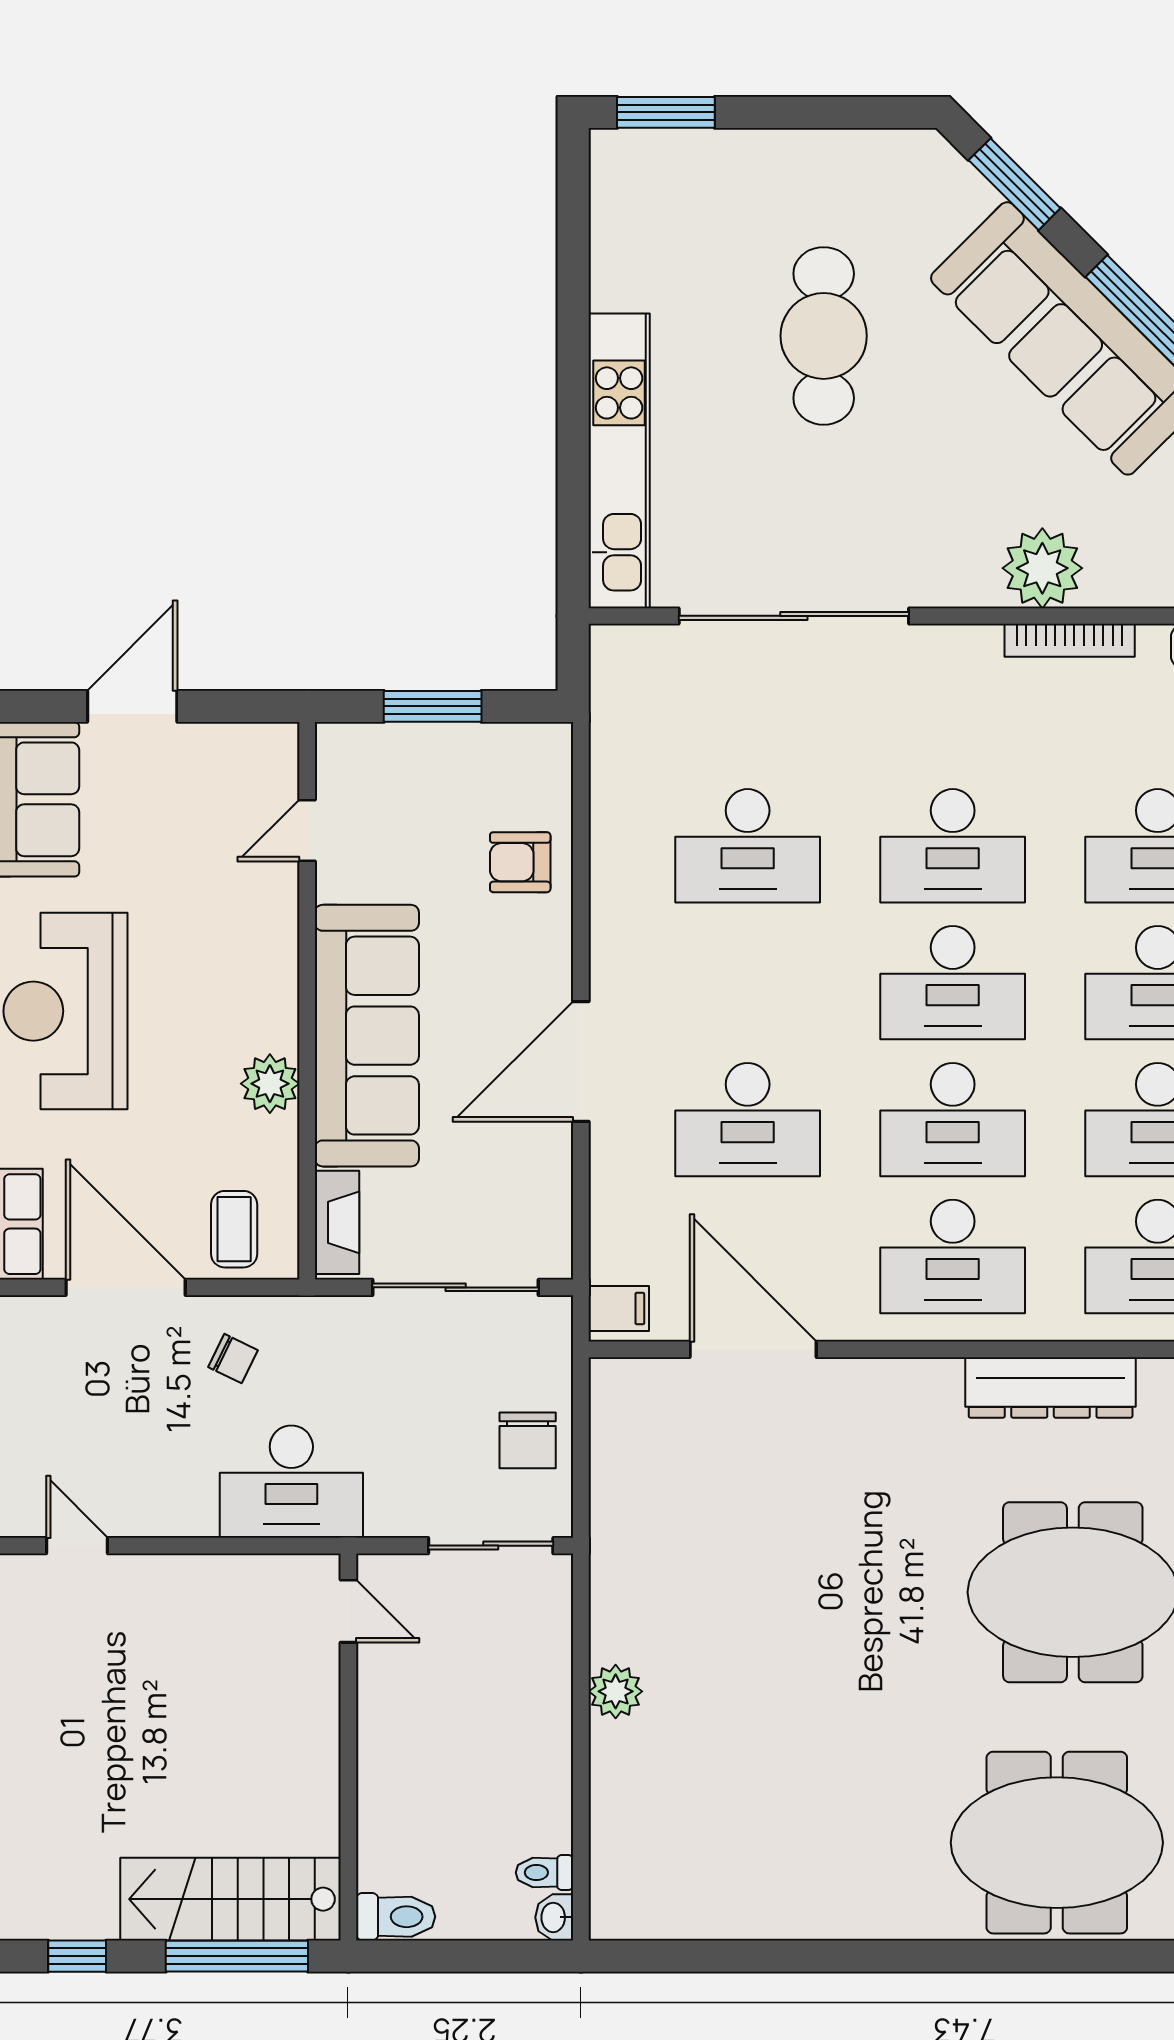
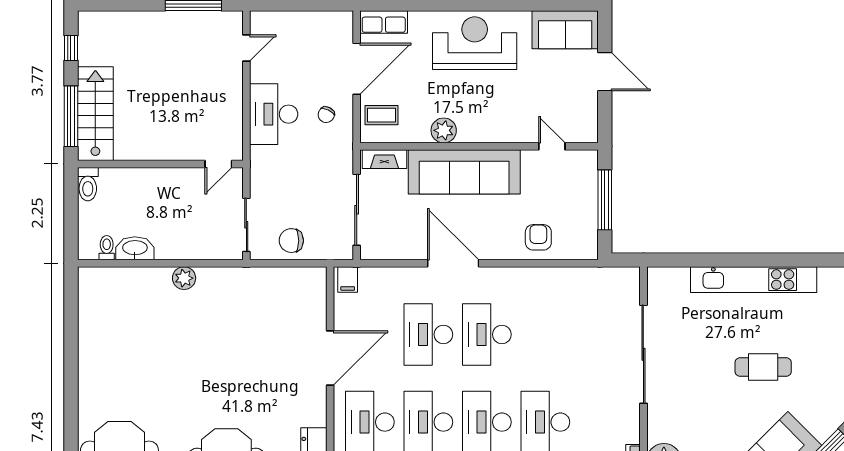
cafe table: (824, 336) -> (763, 367), width x0.73, depth x0.74
kitchen unit: (619, 461) -> (754, 280), moved
window: (433, 706) -> (605, 200), width x1.44
desk: (748, 846) -> (487, 334), moved
door: (753, 1349) -> (330, 358), moved
desk: (291, 1482) -> (274, 114), moved
washbasin: (554, 1917) -> (135, 248), moved, width x1.91, depth x1.45

